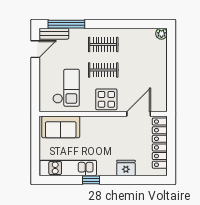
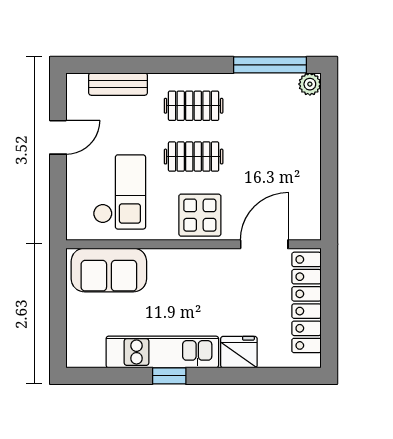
window: (66, 24) -> (270, 65), moved
bench: (54, 34) -> (118, 84), moved
door: (35, 49) -> (58, 137), moved
kitchen unit: (68, 168) -> (162, 352), moved

